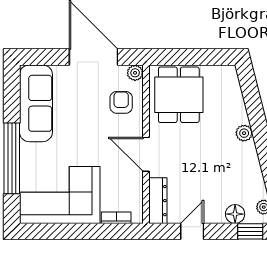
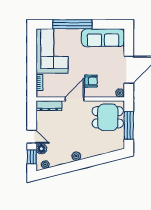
window: (194, 57) -> (129, 125), added
armchair: (121, 102) -> (91, 81), moved
plant: (244, 133) -> (76, 156), moved
door: (192, 231) -> (32, 137), moved

